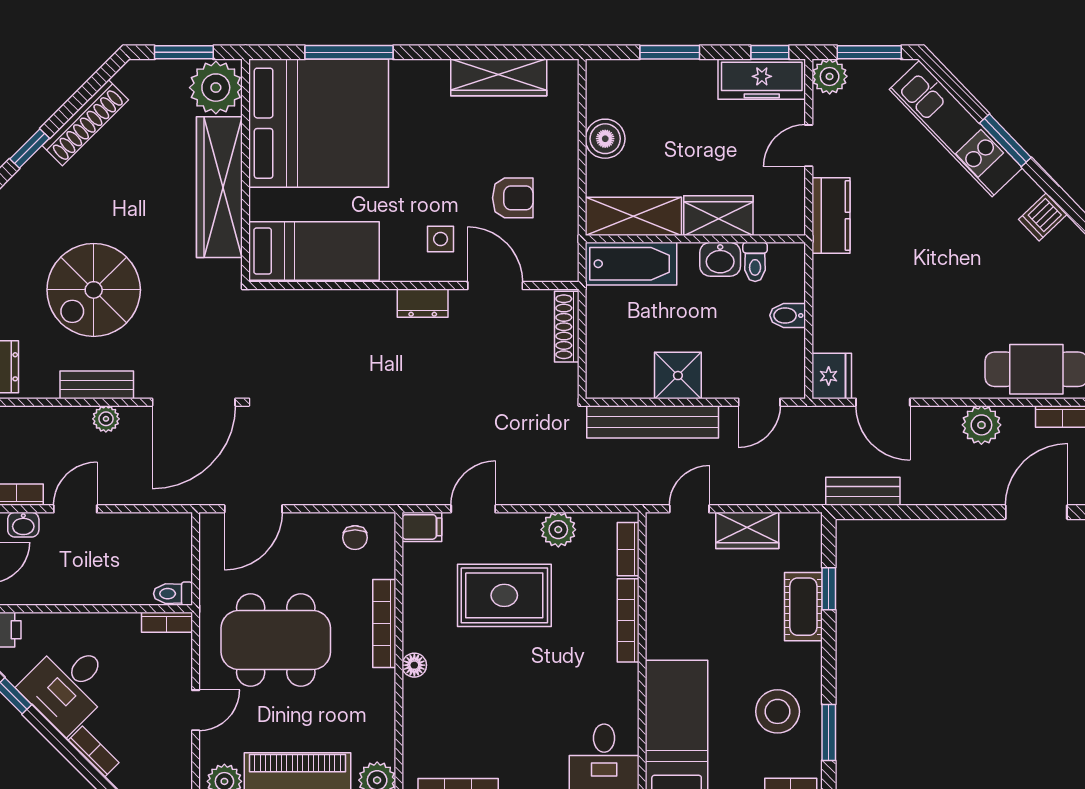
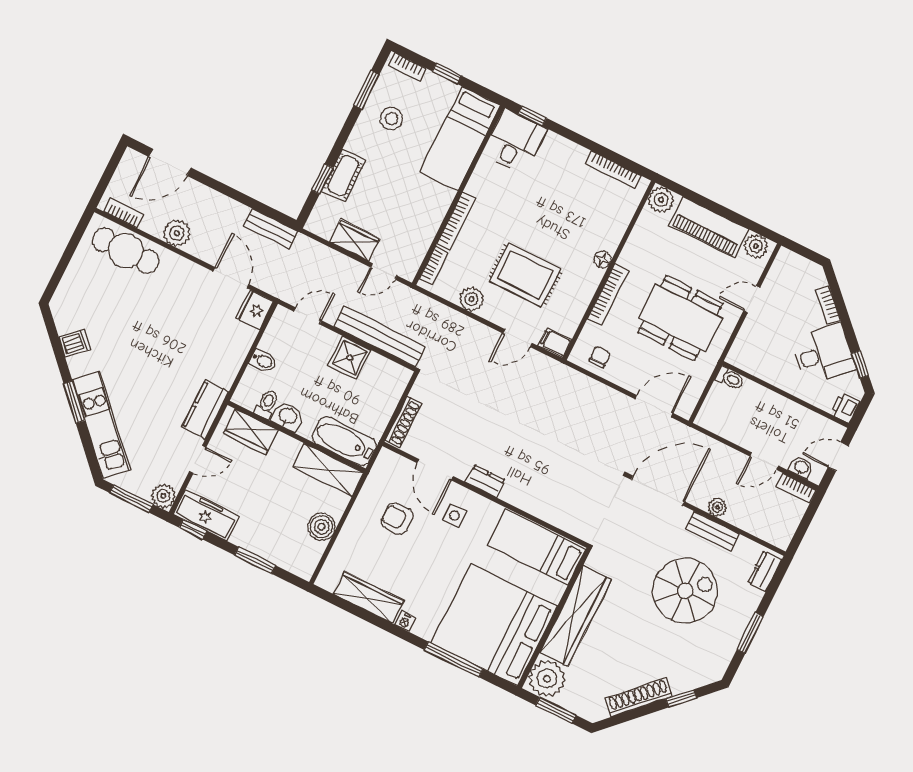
nightstand: (436, 70) -> (405, 621), added
wardrobe: (718, 216) -> (251, 432), moved
bookcase: (167, 622) -> (742, 363), removed
stool: (778, 711) -> (392, 119), width x0.73, depth x0.73

